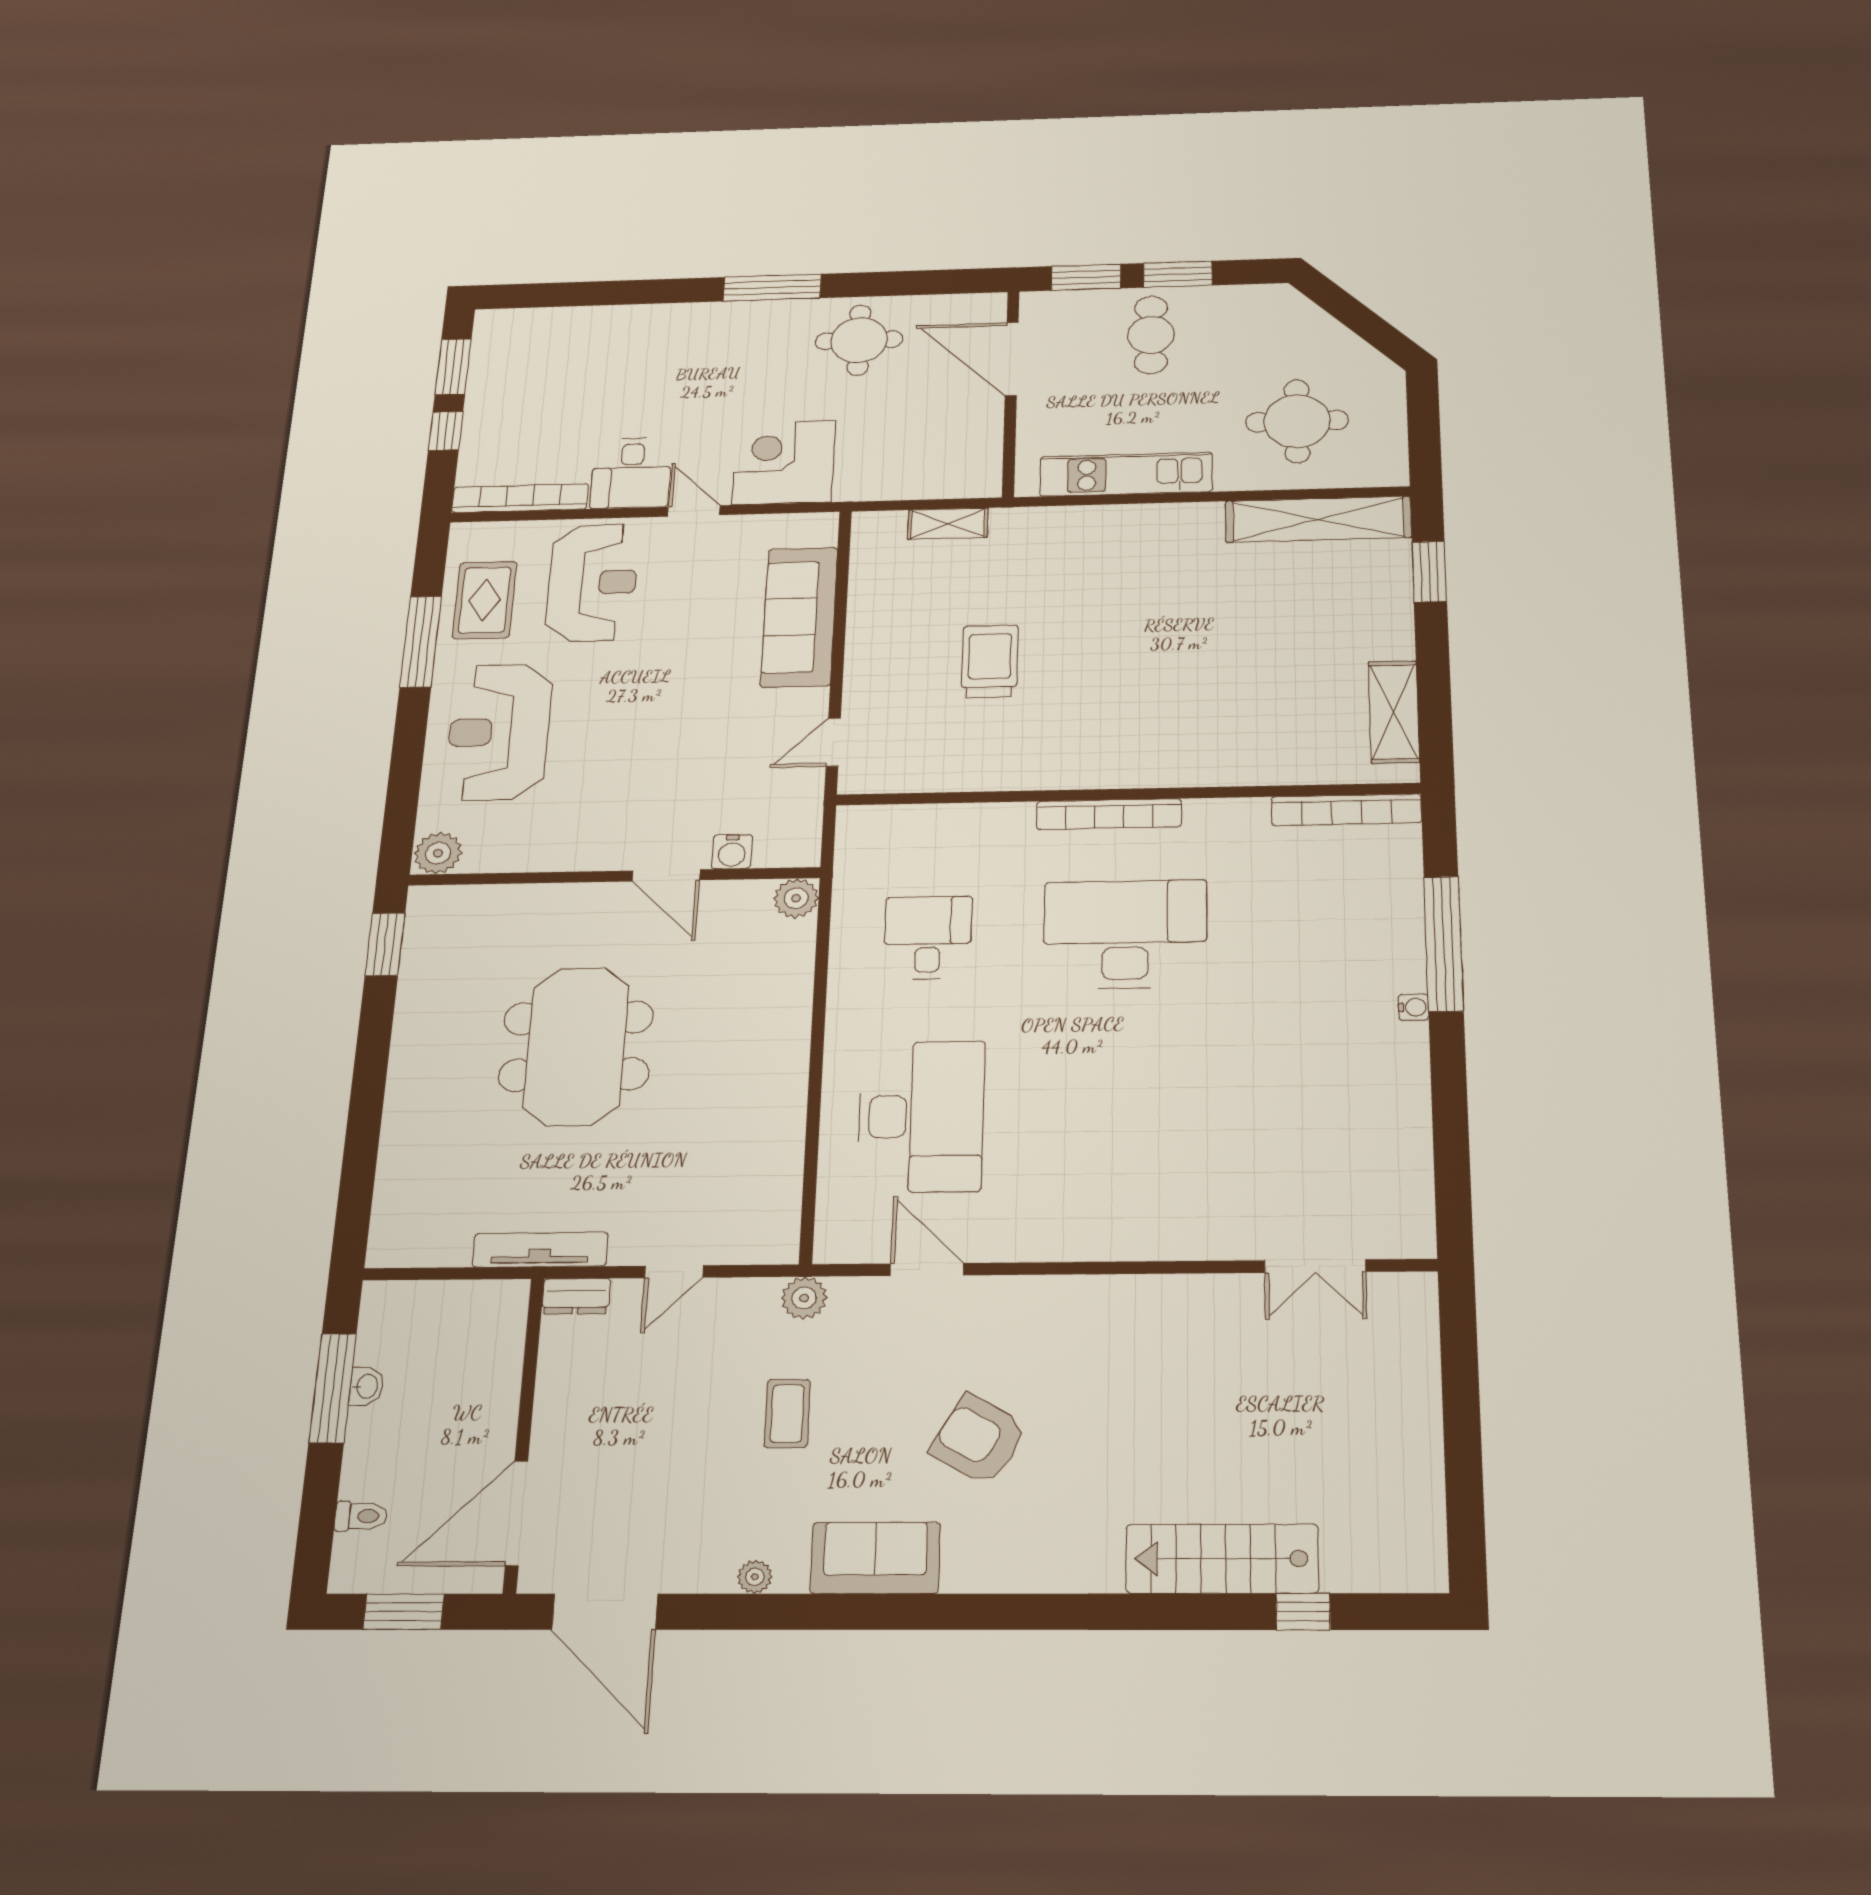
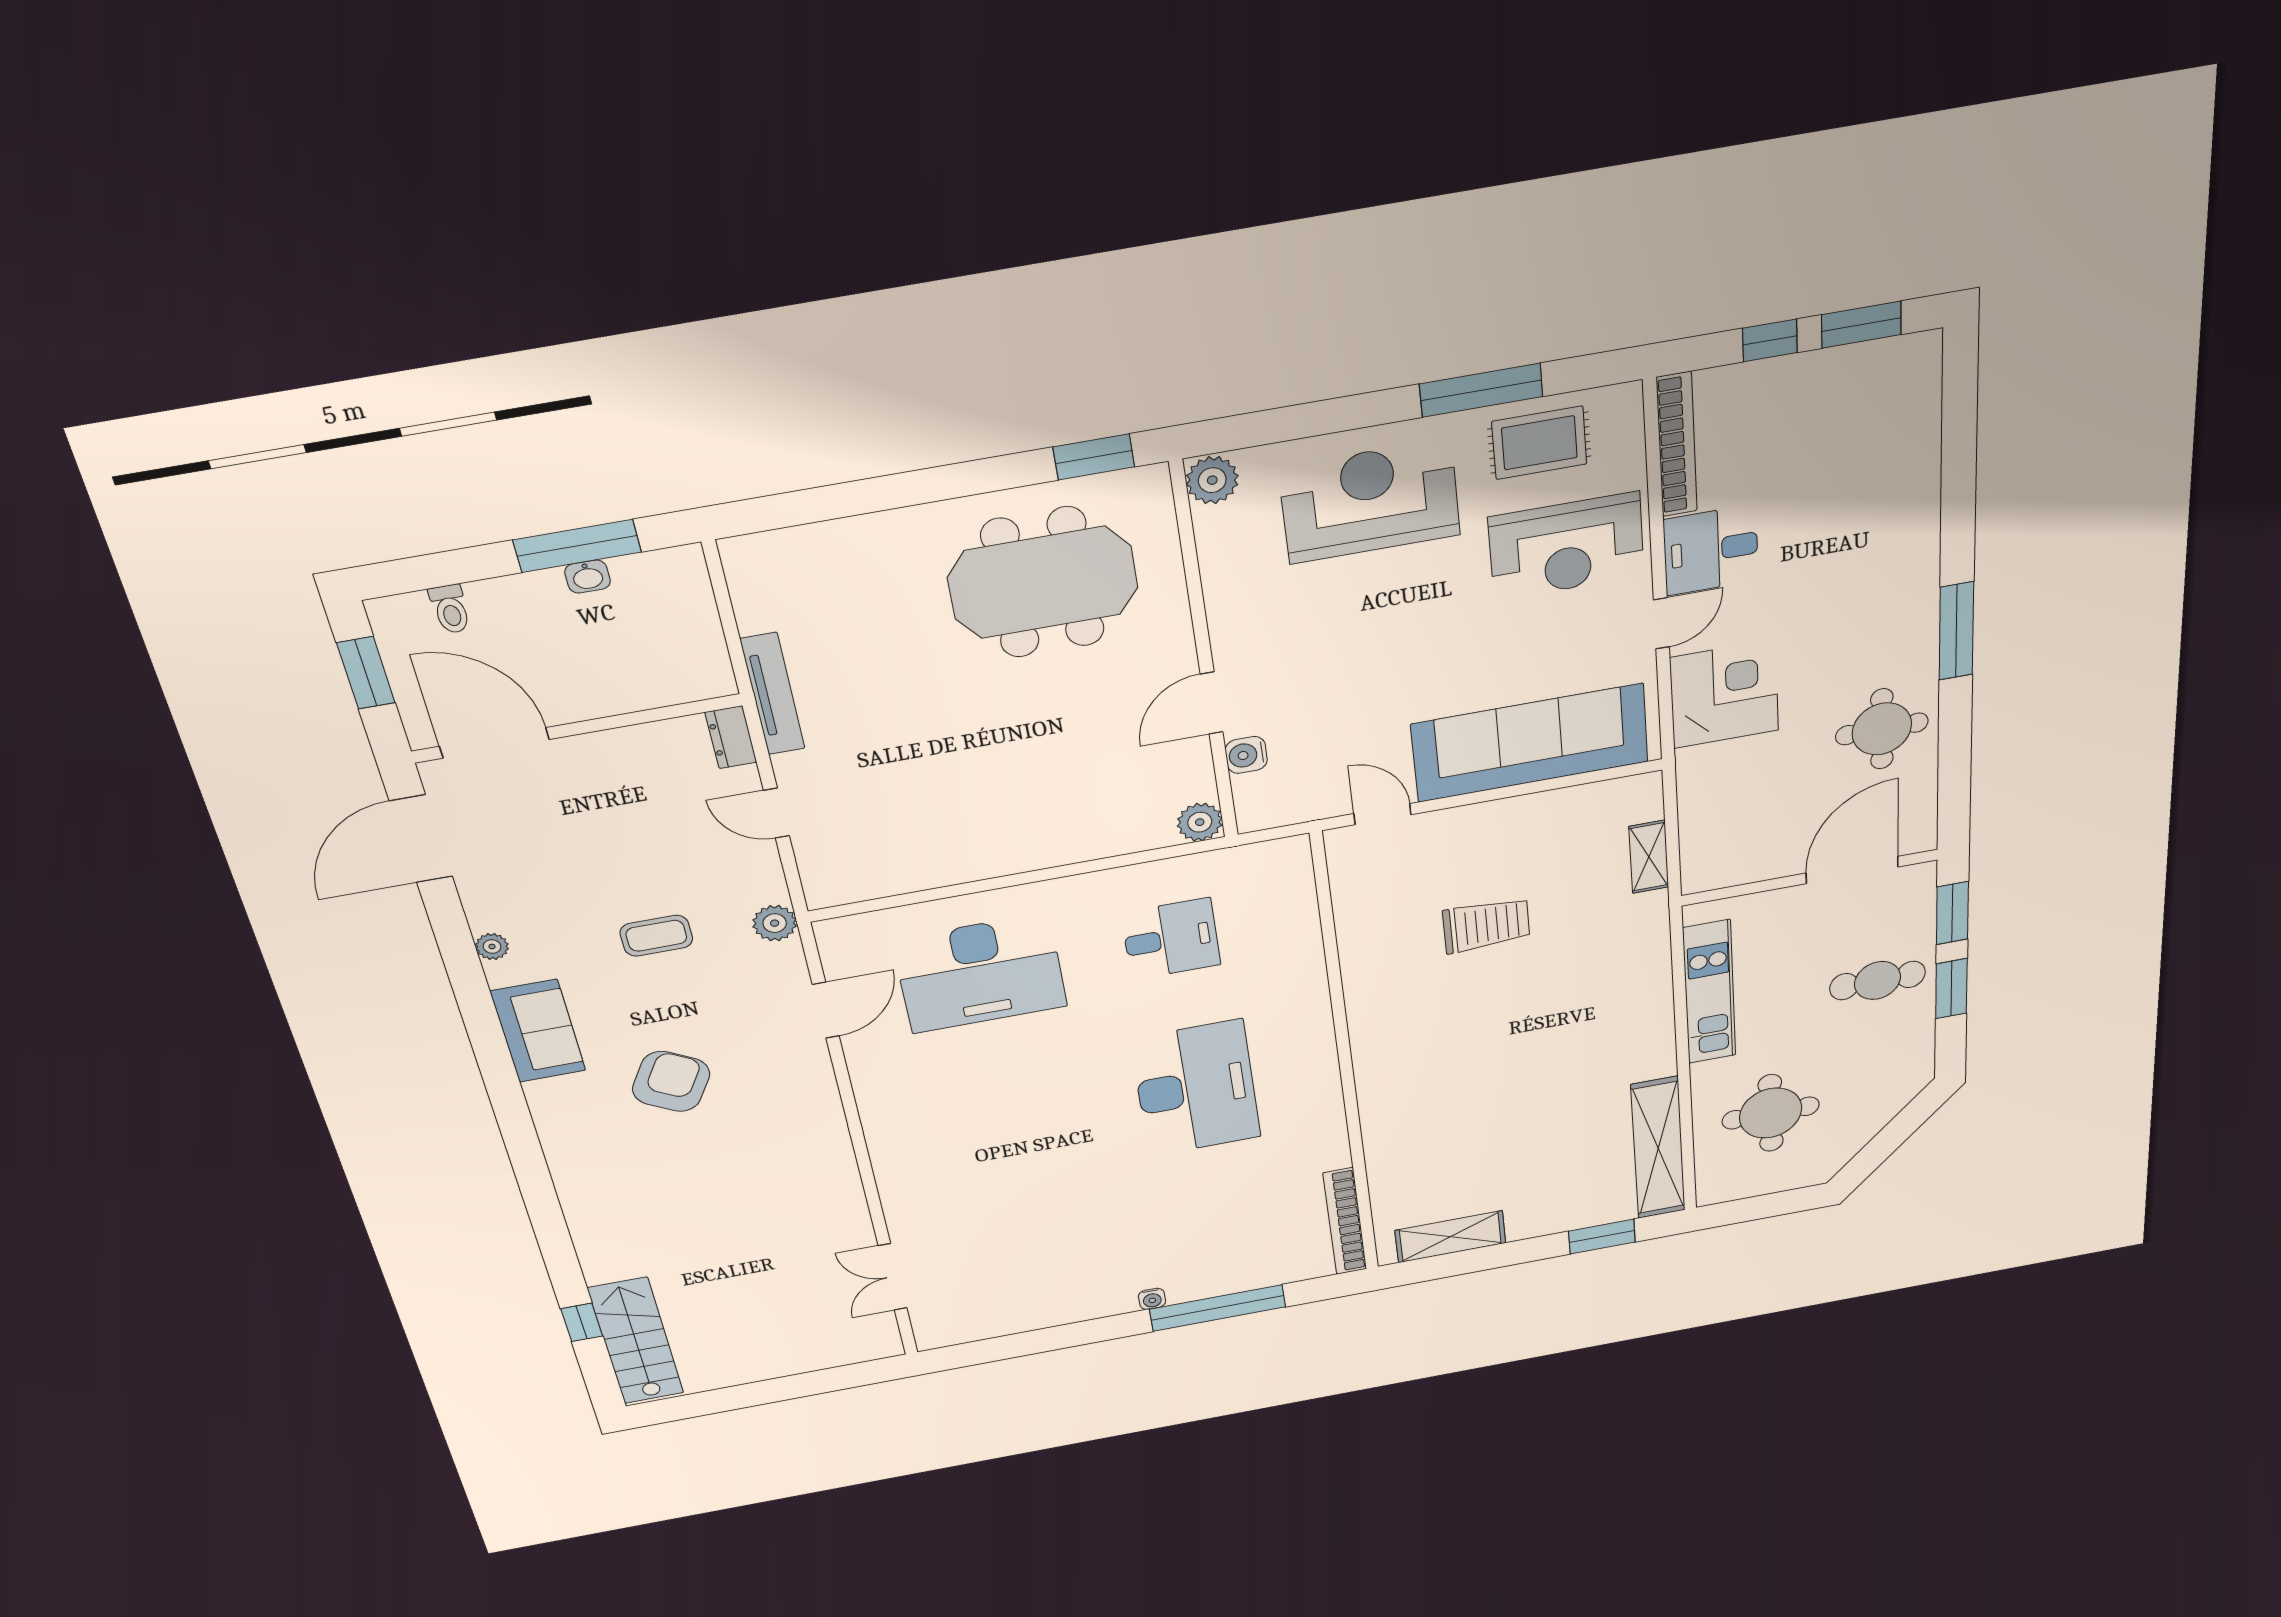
sofa: (799, 617) -> (1530, 743), width x1.36, depth x1.27
bookcase: (1109, 814) -> (1322, 1052), removed
meeting table: (576, 1046) -> (1043, 583), moved
stairs: (1222, 1559) -> (636, 1341), moved

